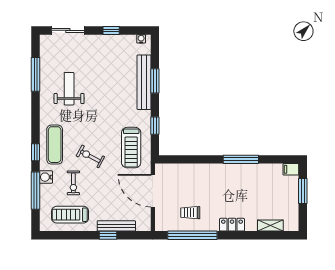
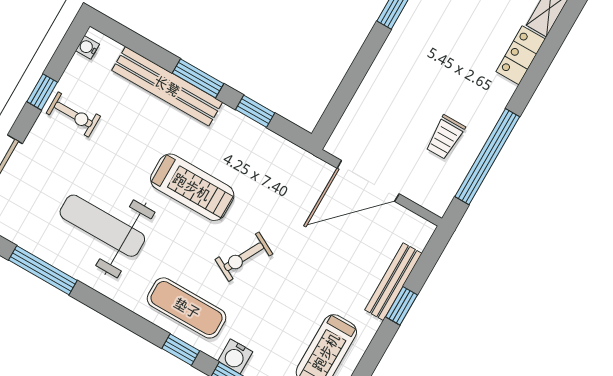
window: (155, 81) -> (198, 78), moved
weight bench: (69, 89) -> (102, 226), width x1.36, depth x1.33
treadmill: (131, 148) -> (192, 187), moved
exercise bike: (73, 183) -> (73, 115), moved
locker: (232, 225) -> (521, 55), moved

